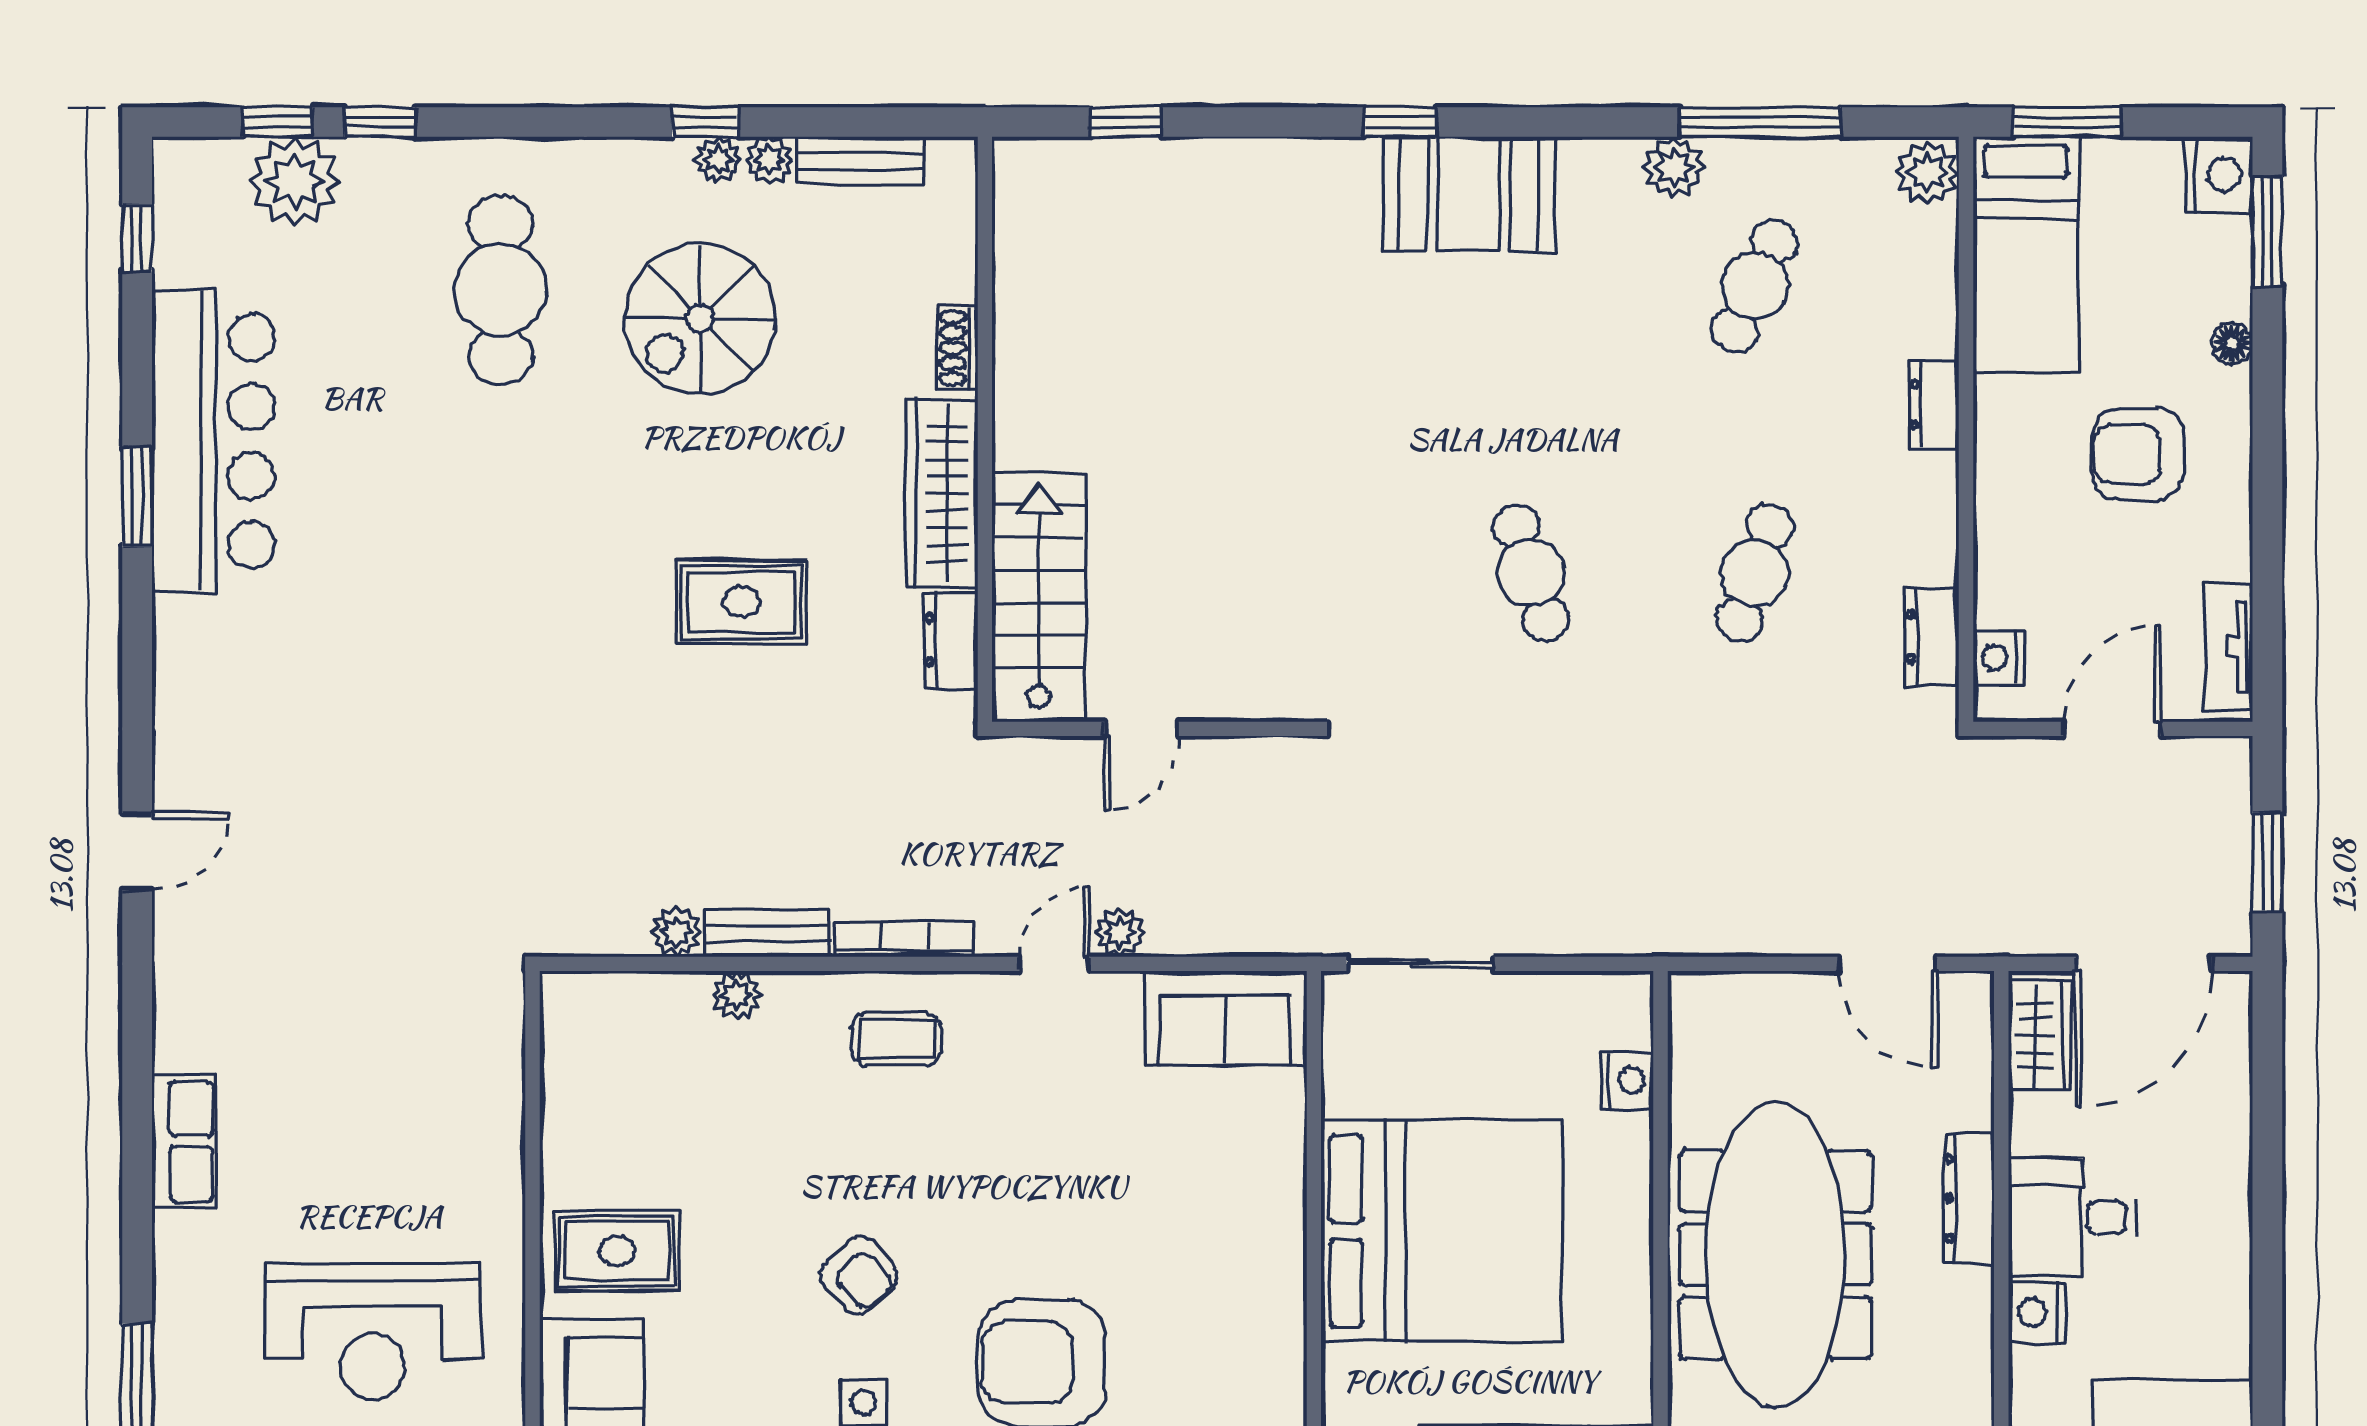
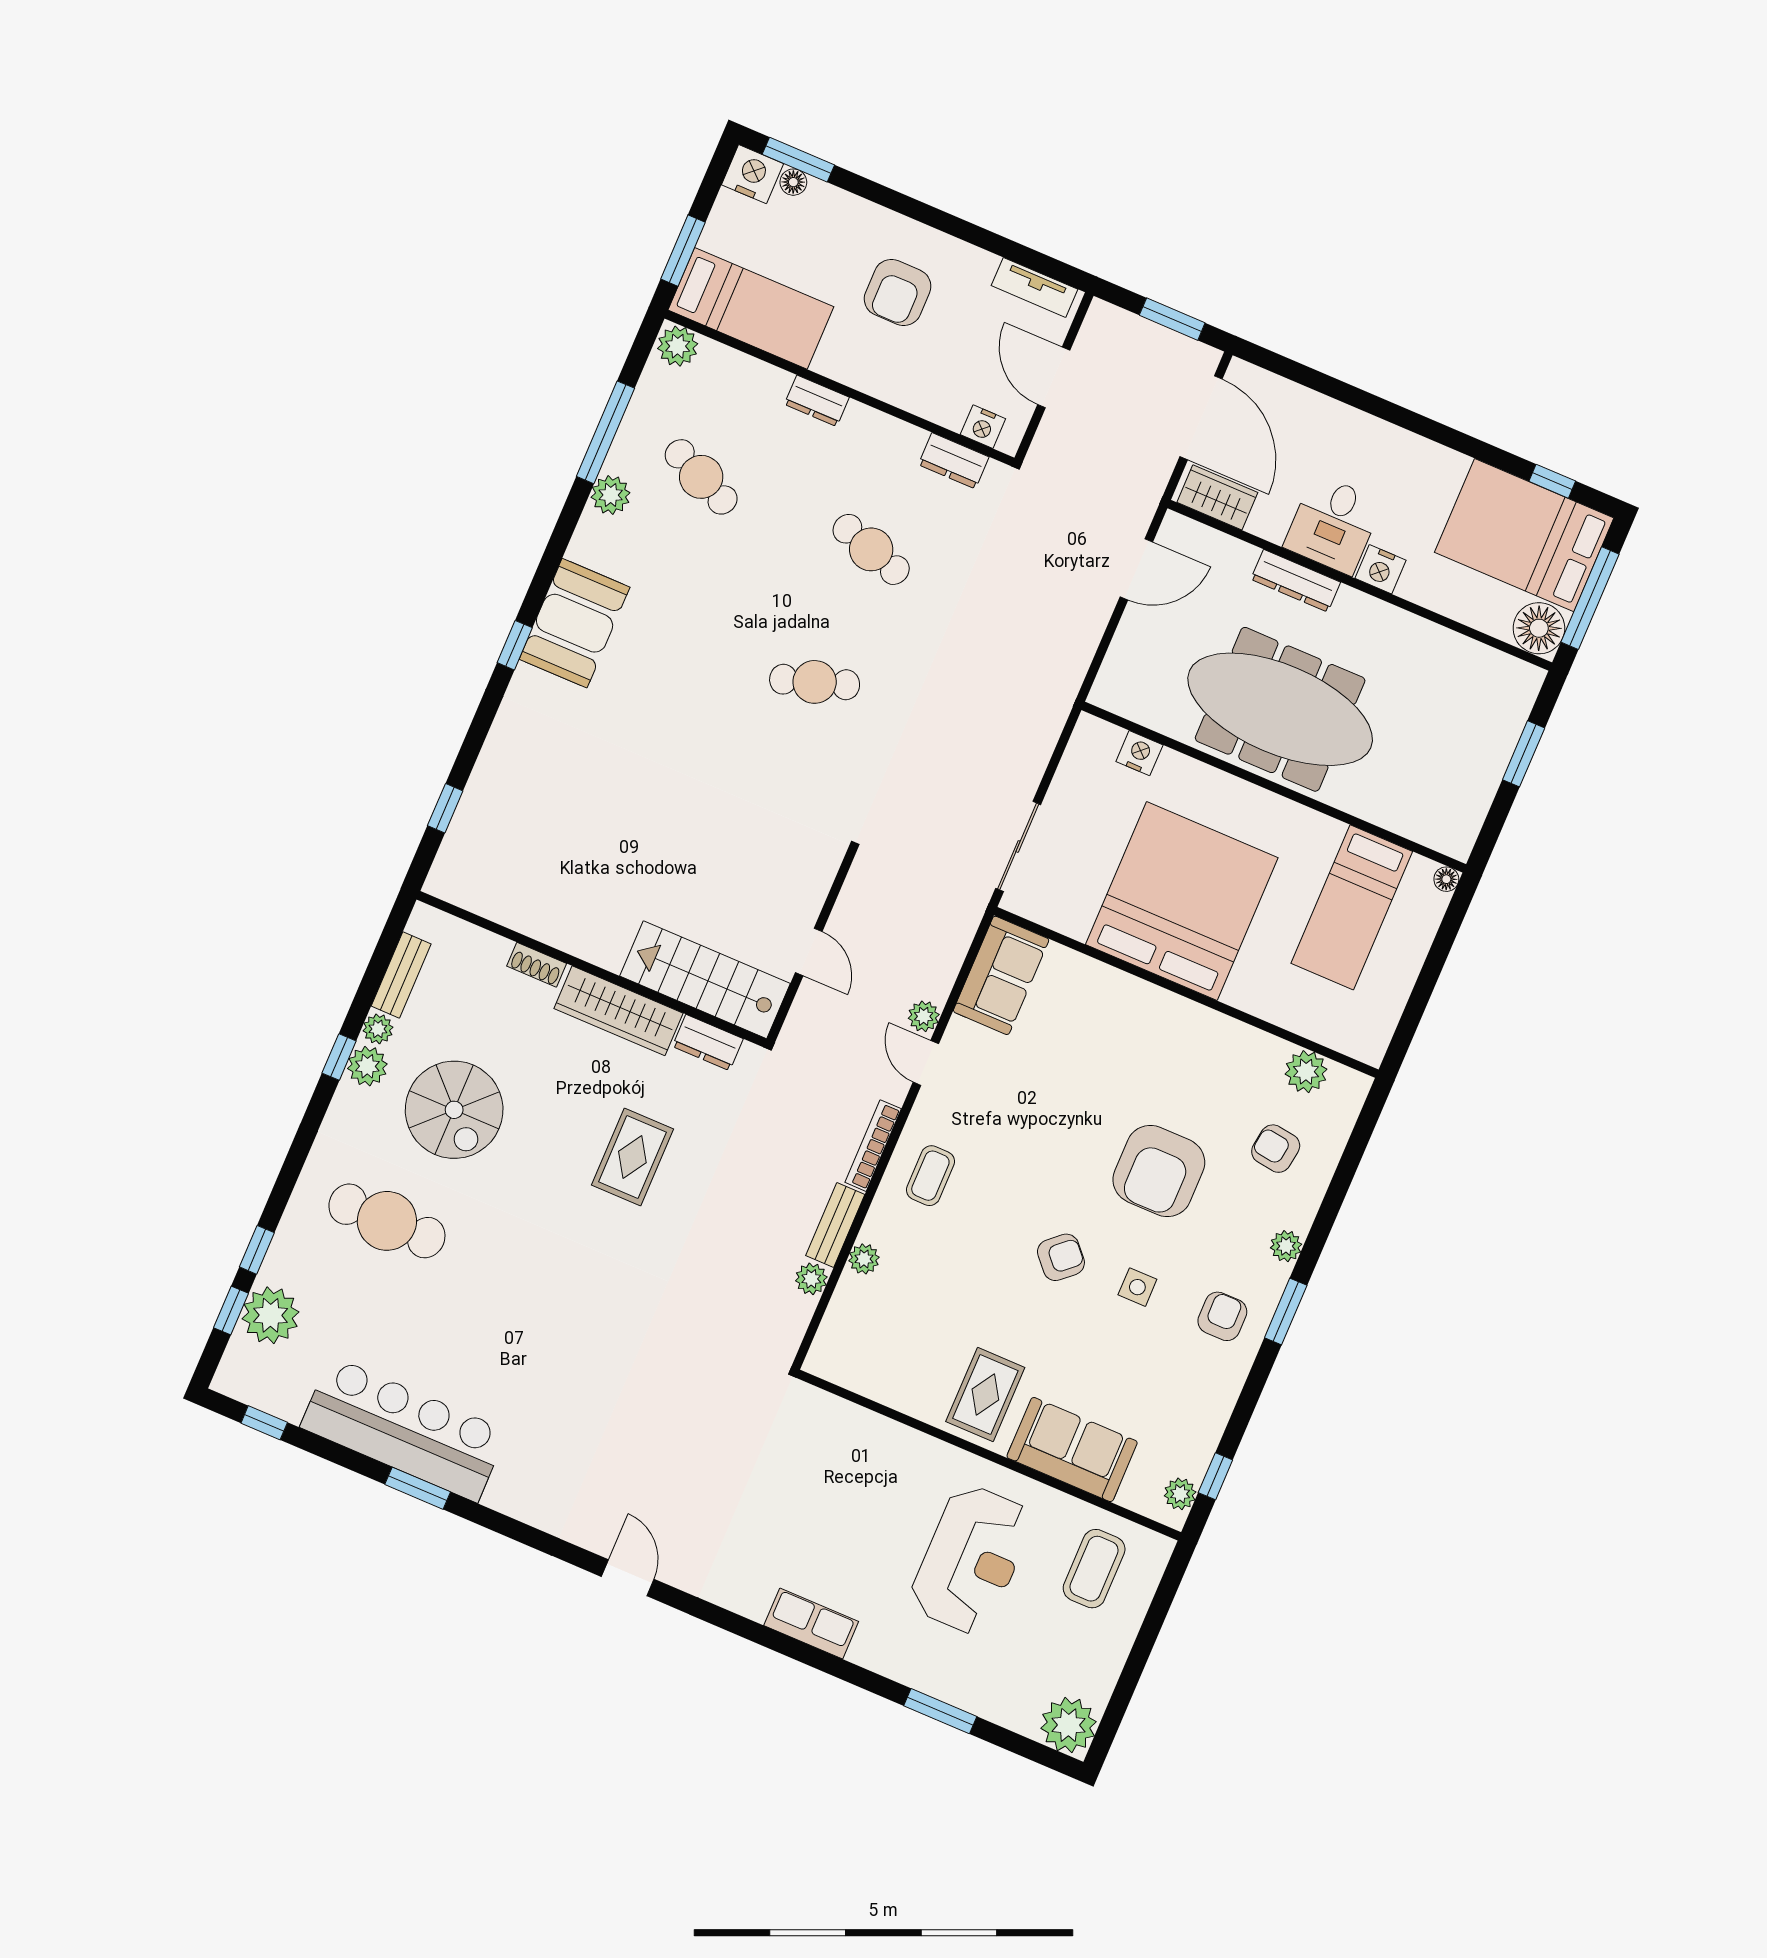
plant: (718, 159) -> (367, 1066), width x1.38, depth x1.38
floor lamp: (2232, 343) -> (793, 182), moved

